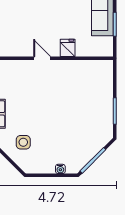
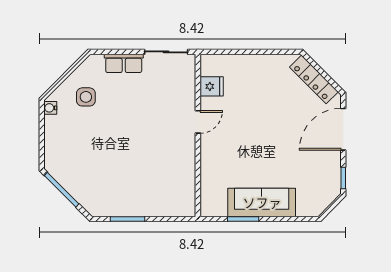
fridge: (68, 48) -> (212, 86), moved
water cooler: (60, 169) -> (50, 108), moved

